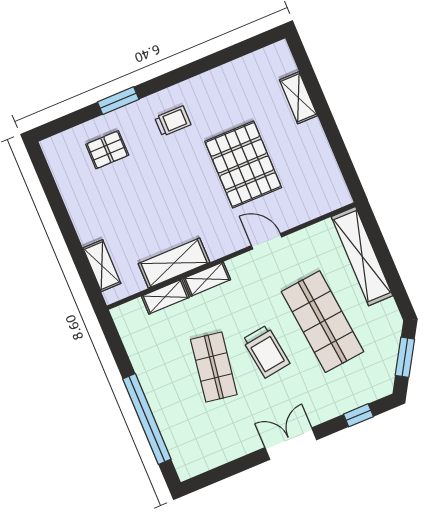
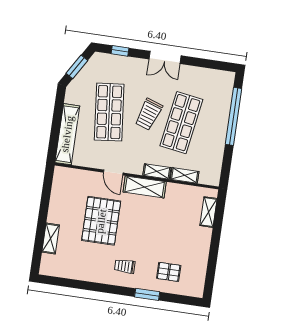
shelving: (174, 263) -> (145, 187), moved
trolley: (266, 351) -> (149, 114), turned -153
shop shelf: (214, 367) -> (181, 123), width x1.43, depth x1.36

